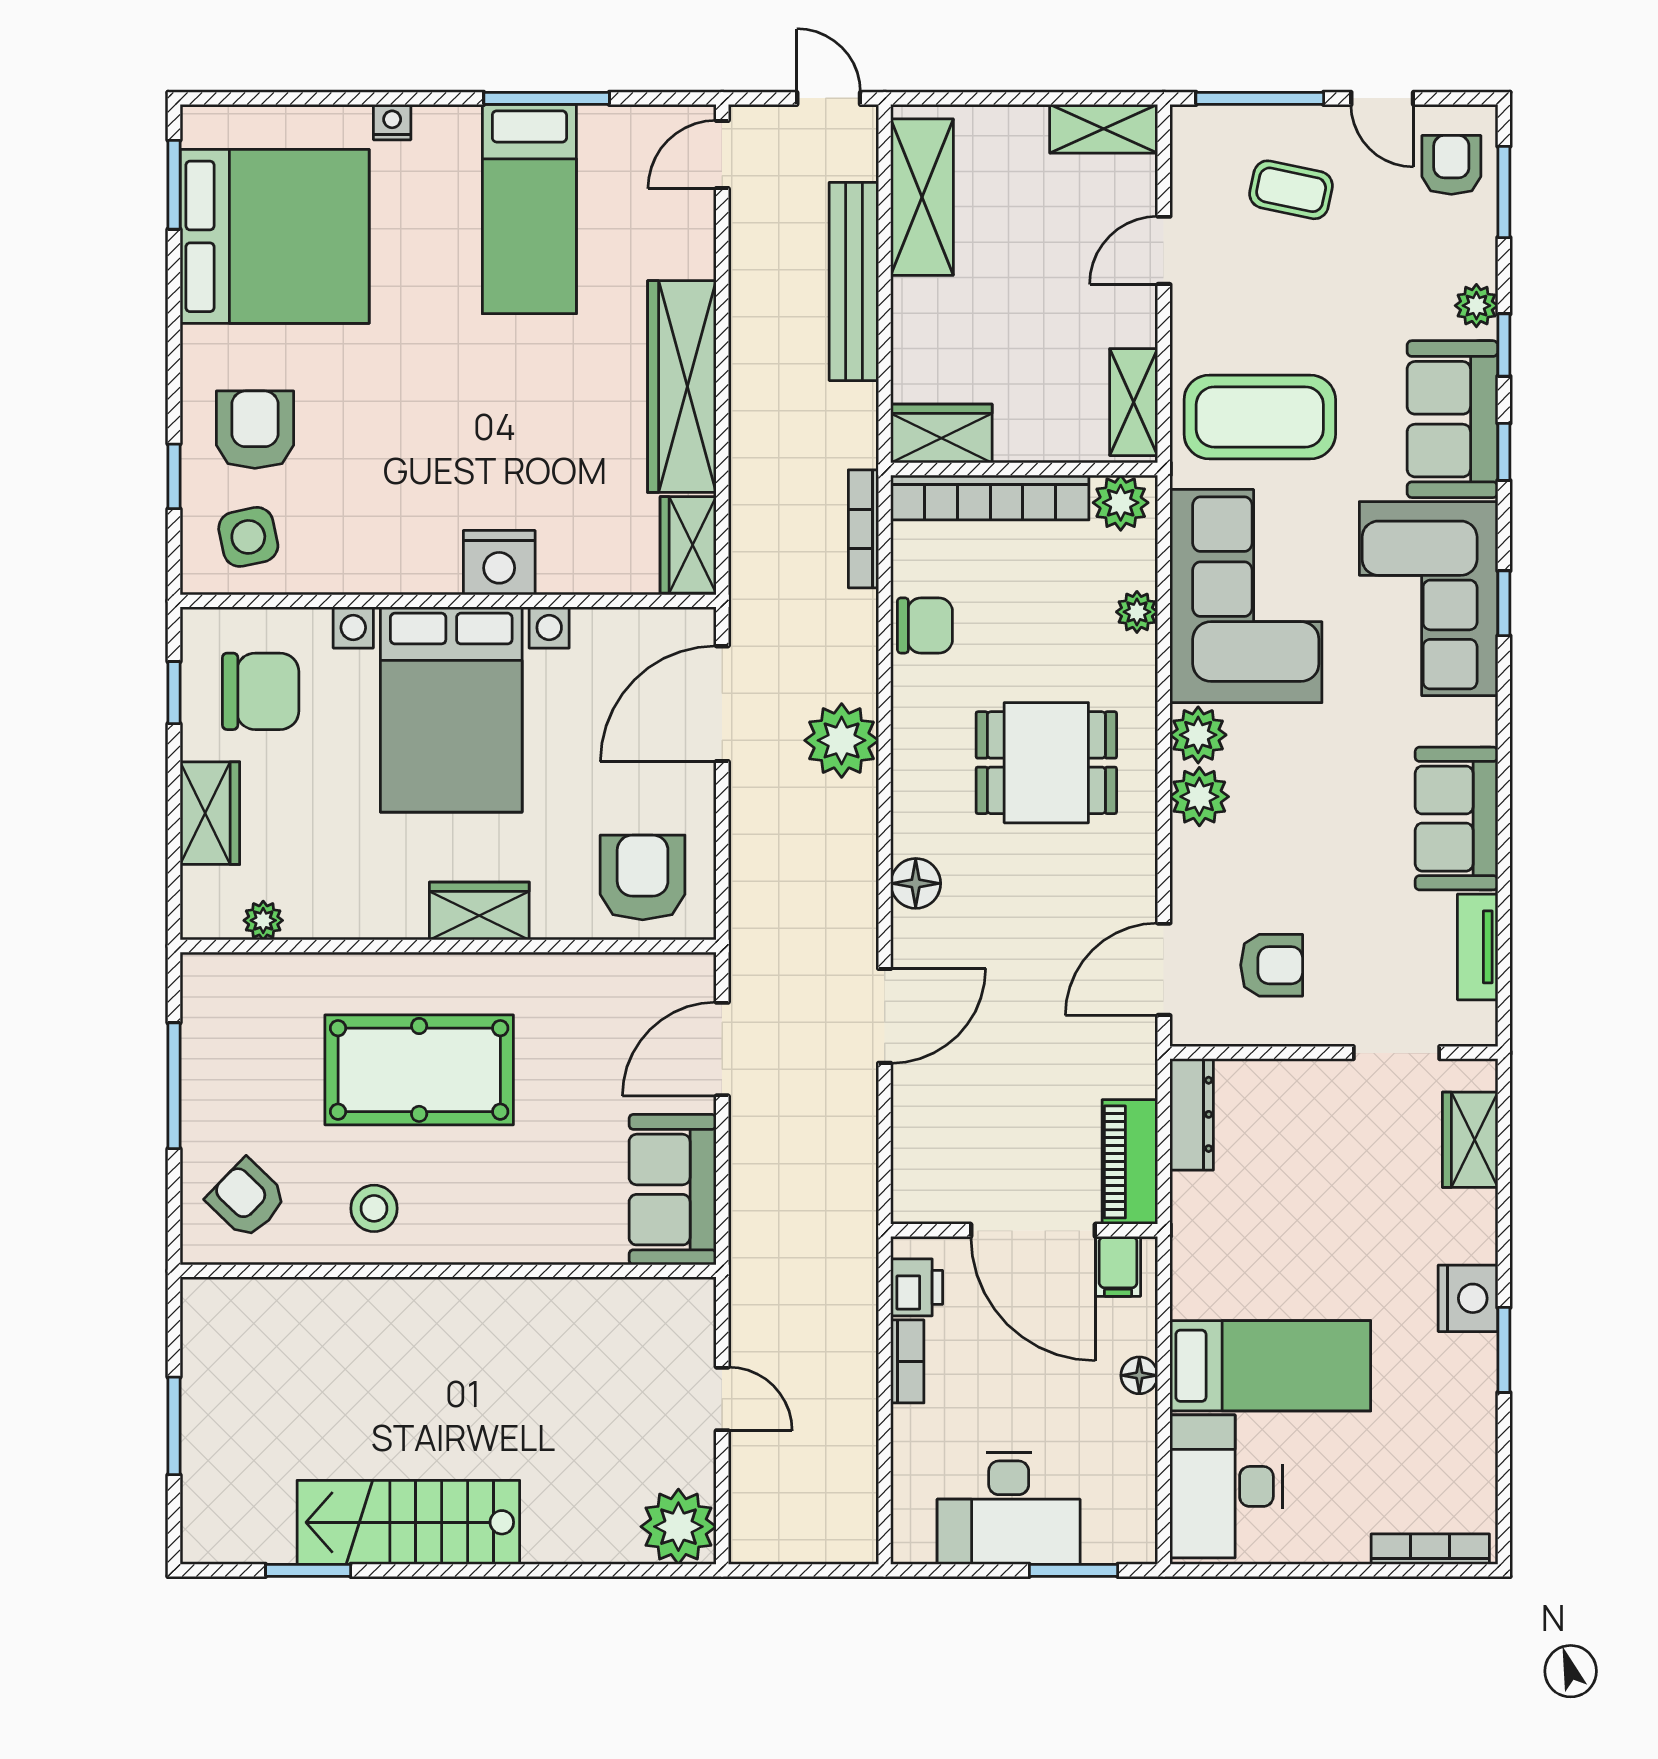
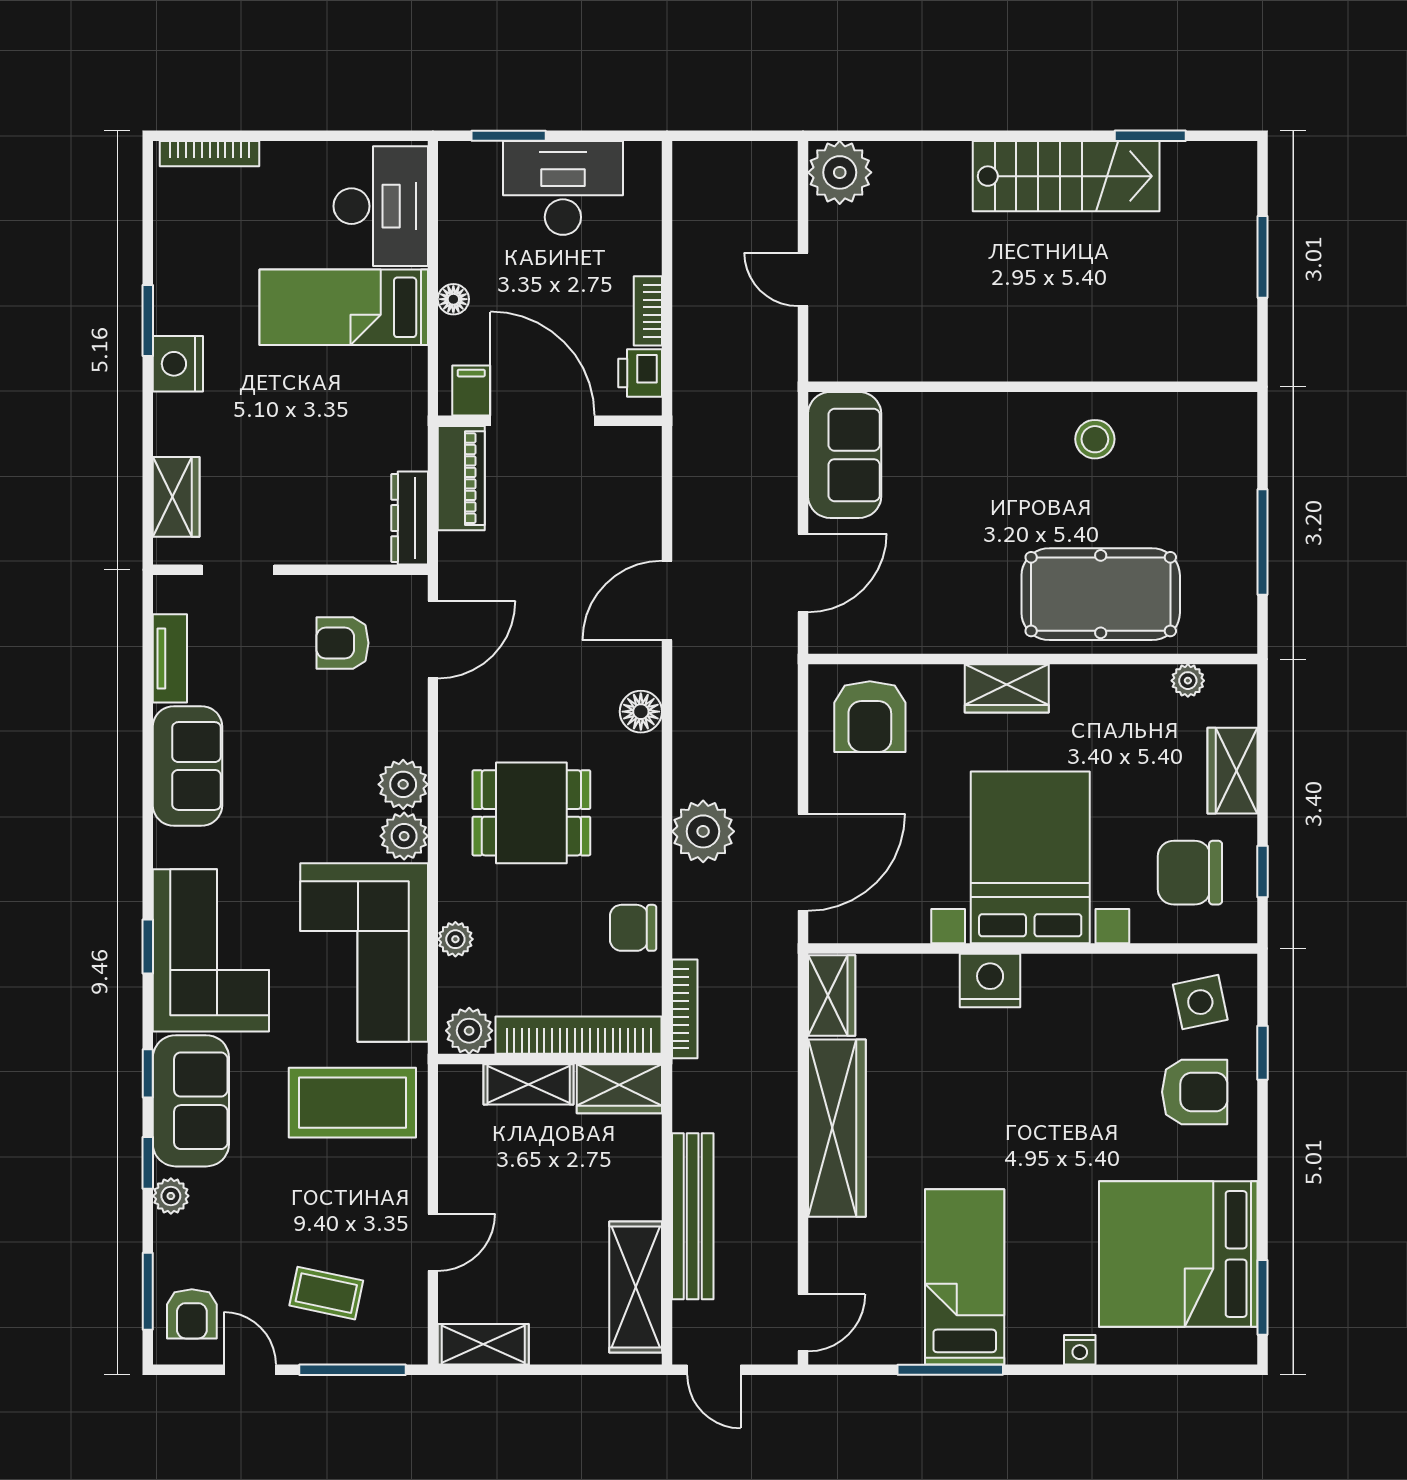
shelving: (1134, 402) -> (529, 1084), moved, turned 90
armchair: (255, 430) -> (1195, 1092), turned -90
pool table: (419, 1070) -> (1101, 594), moved
armchair: (247, 1199) -> (1202, 447), removed

